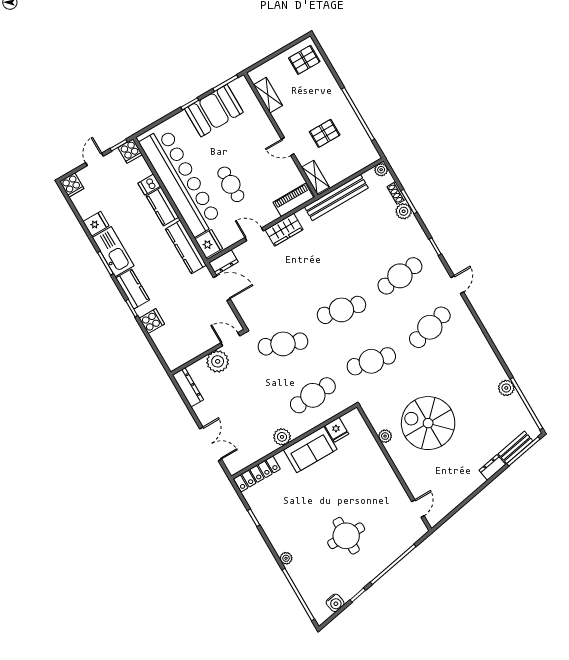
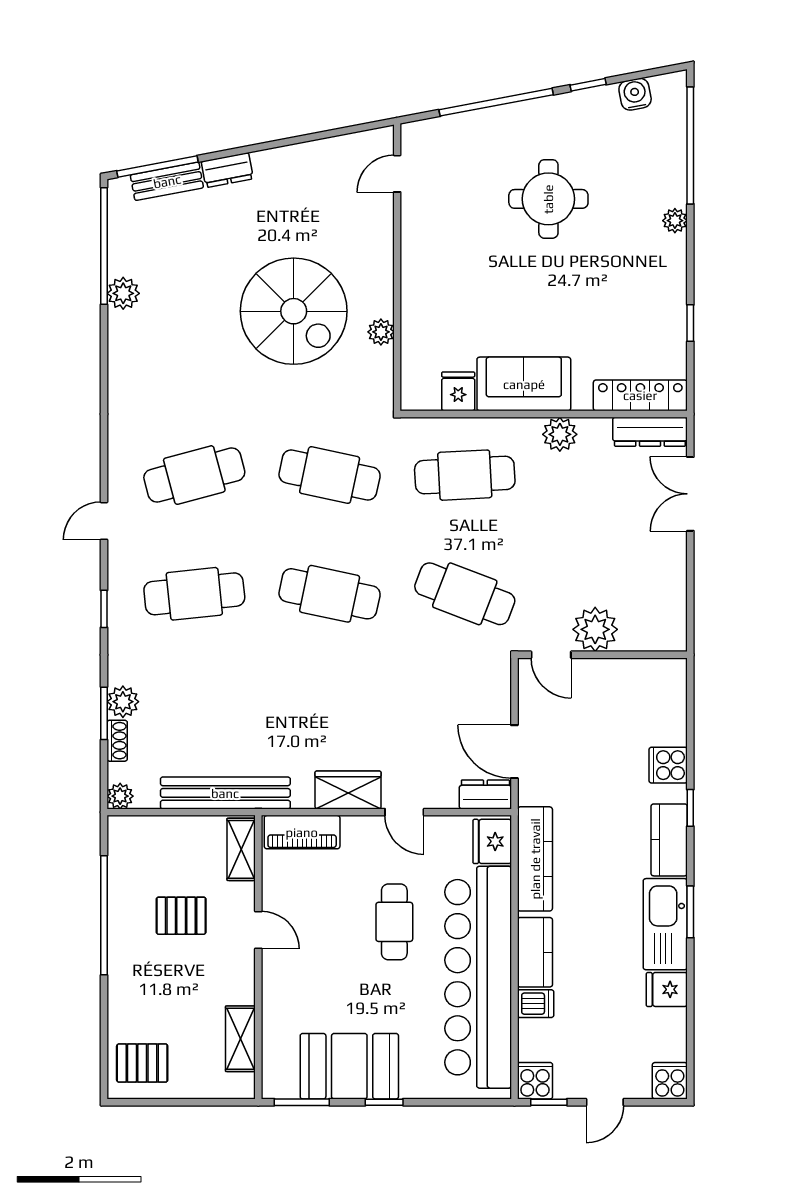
dresser: (188, 387) -> (650, 432), moved, turned -90

